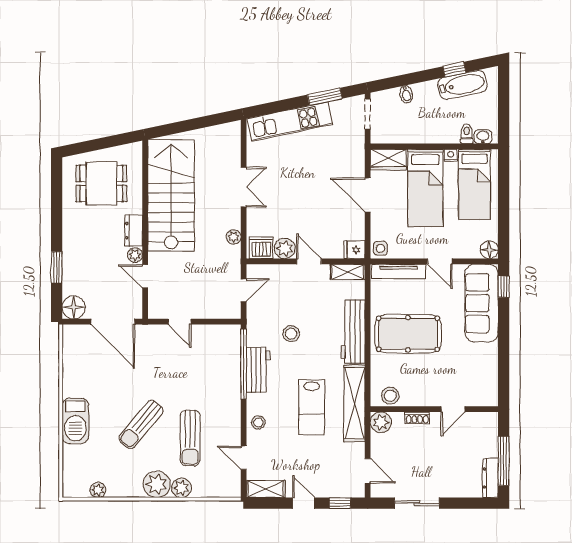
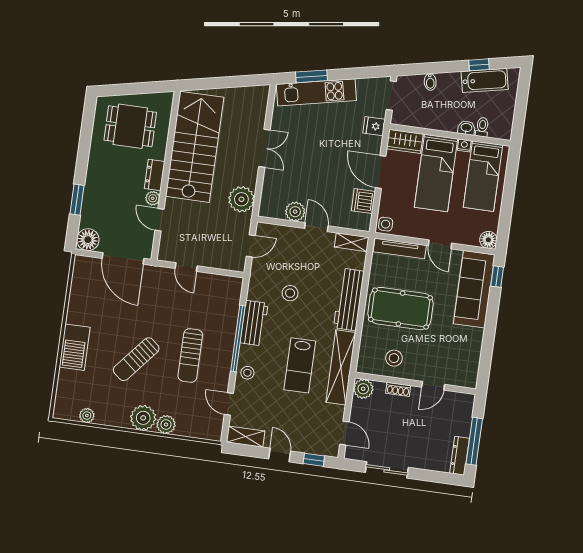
window: (325, 97) -> (312, 76), moved
washbasin: (483, 137) -> (466, 128), moved
plant: (234, 237) -> (241, 199), width x1.88, depth x1.88
dishwasher: (261, 248) -> (363, 201), moved, turned -90
fridge: (354, 250) -> (374, 126), moved
window: (244, 364) -> (238, 338), moved
stool: (390, 396) -> (394, 358), moved
sun lounger: (190, 438) -> (190, 355), moved

